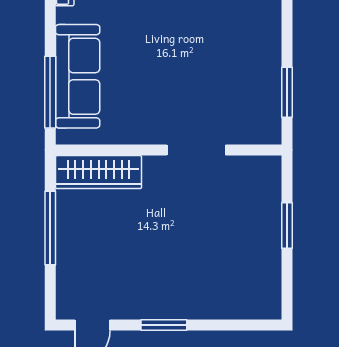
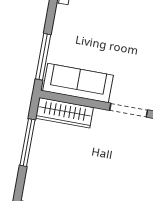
sofa: (78, 76) -> (78, 83), moved, turned -90

